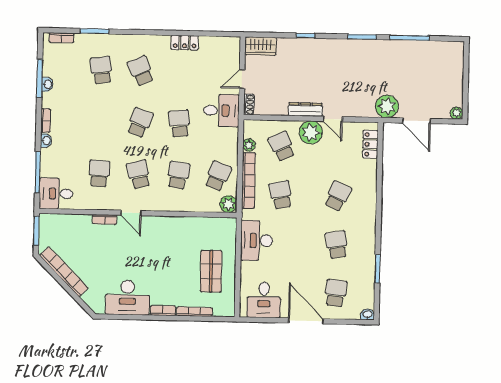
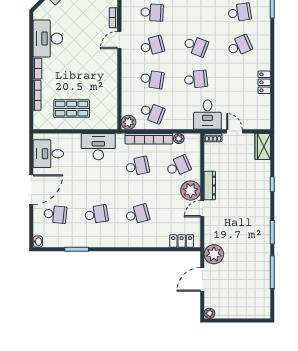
school desk: (338, 196) -> (137, 214), turned -39

